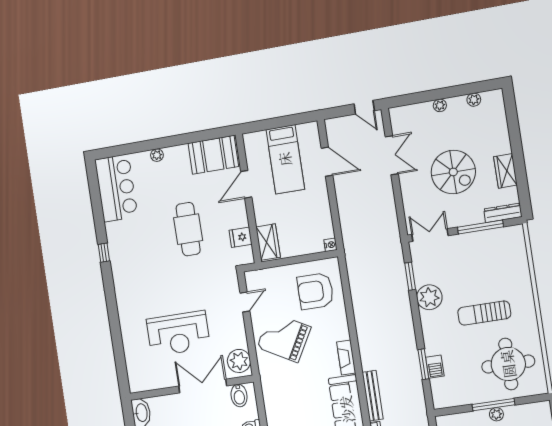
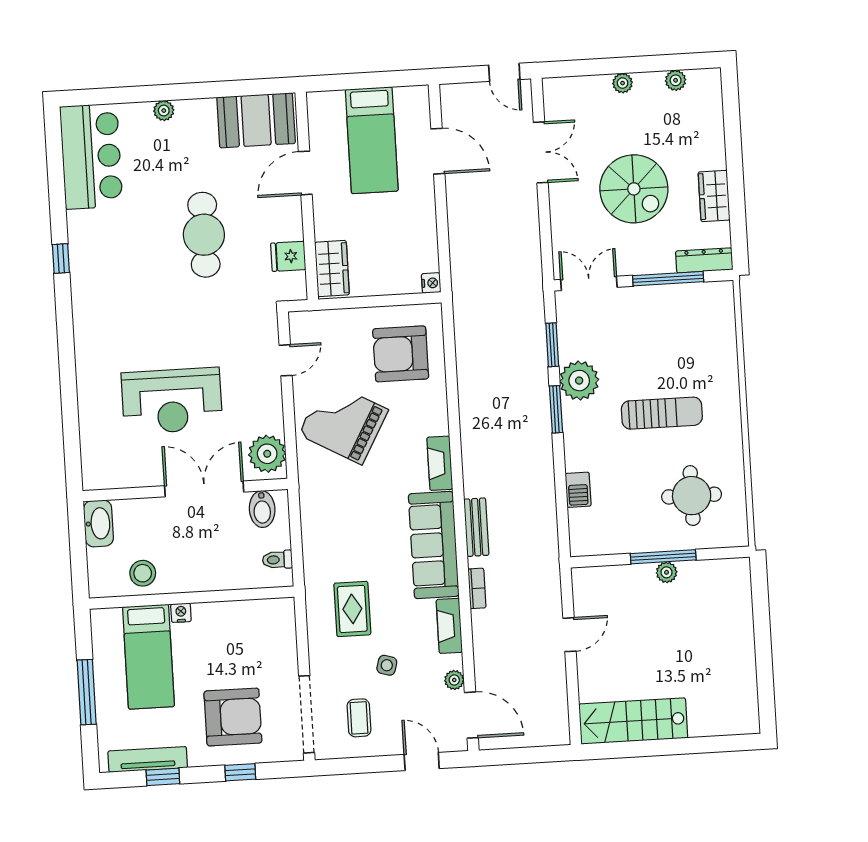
sun lounger: (484, 313) -> (662, 413), turned 180
window: (423, 364) -> (556, 409), moved
round table: (508, 364) -> (692, 496), width x0.73, depth x0.73
bench: (373, 396) -> (476, 527), width x0.73

